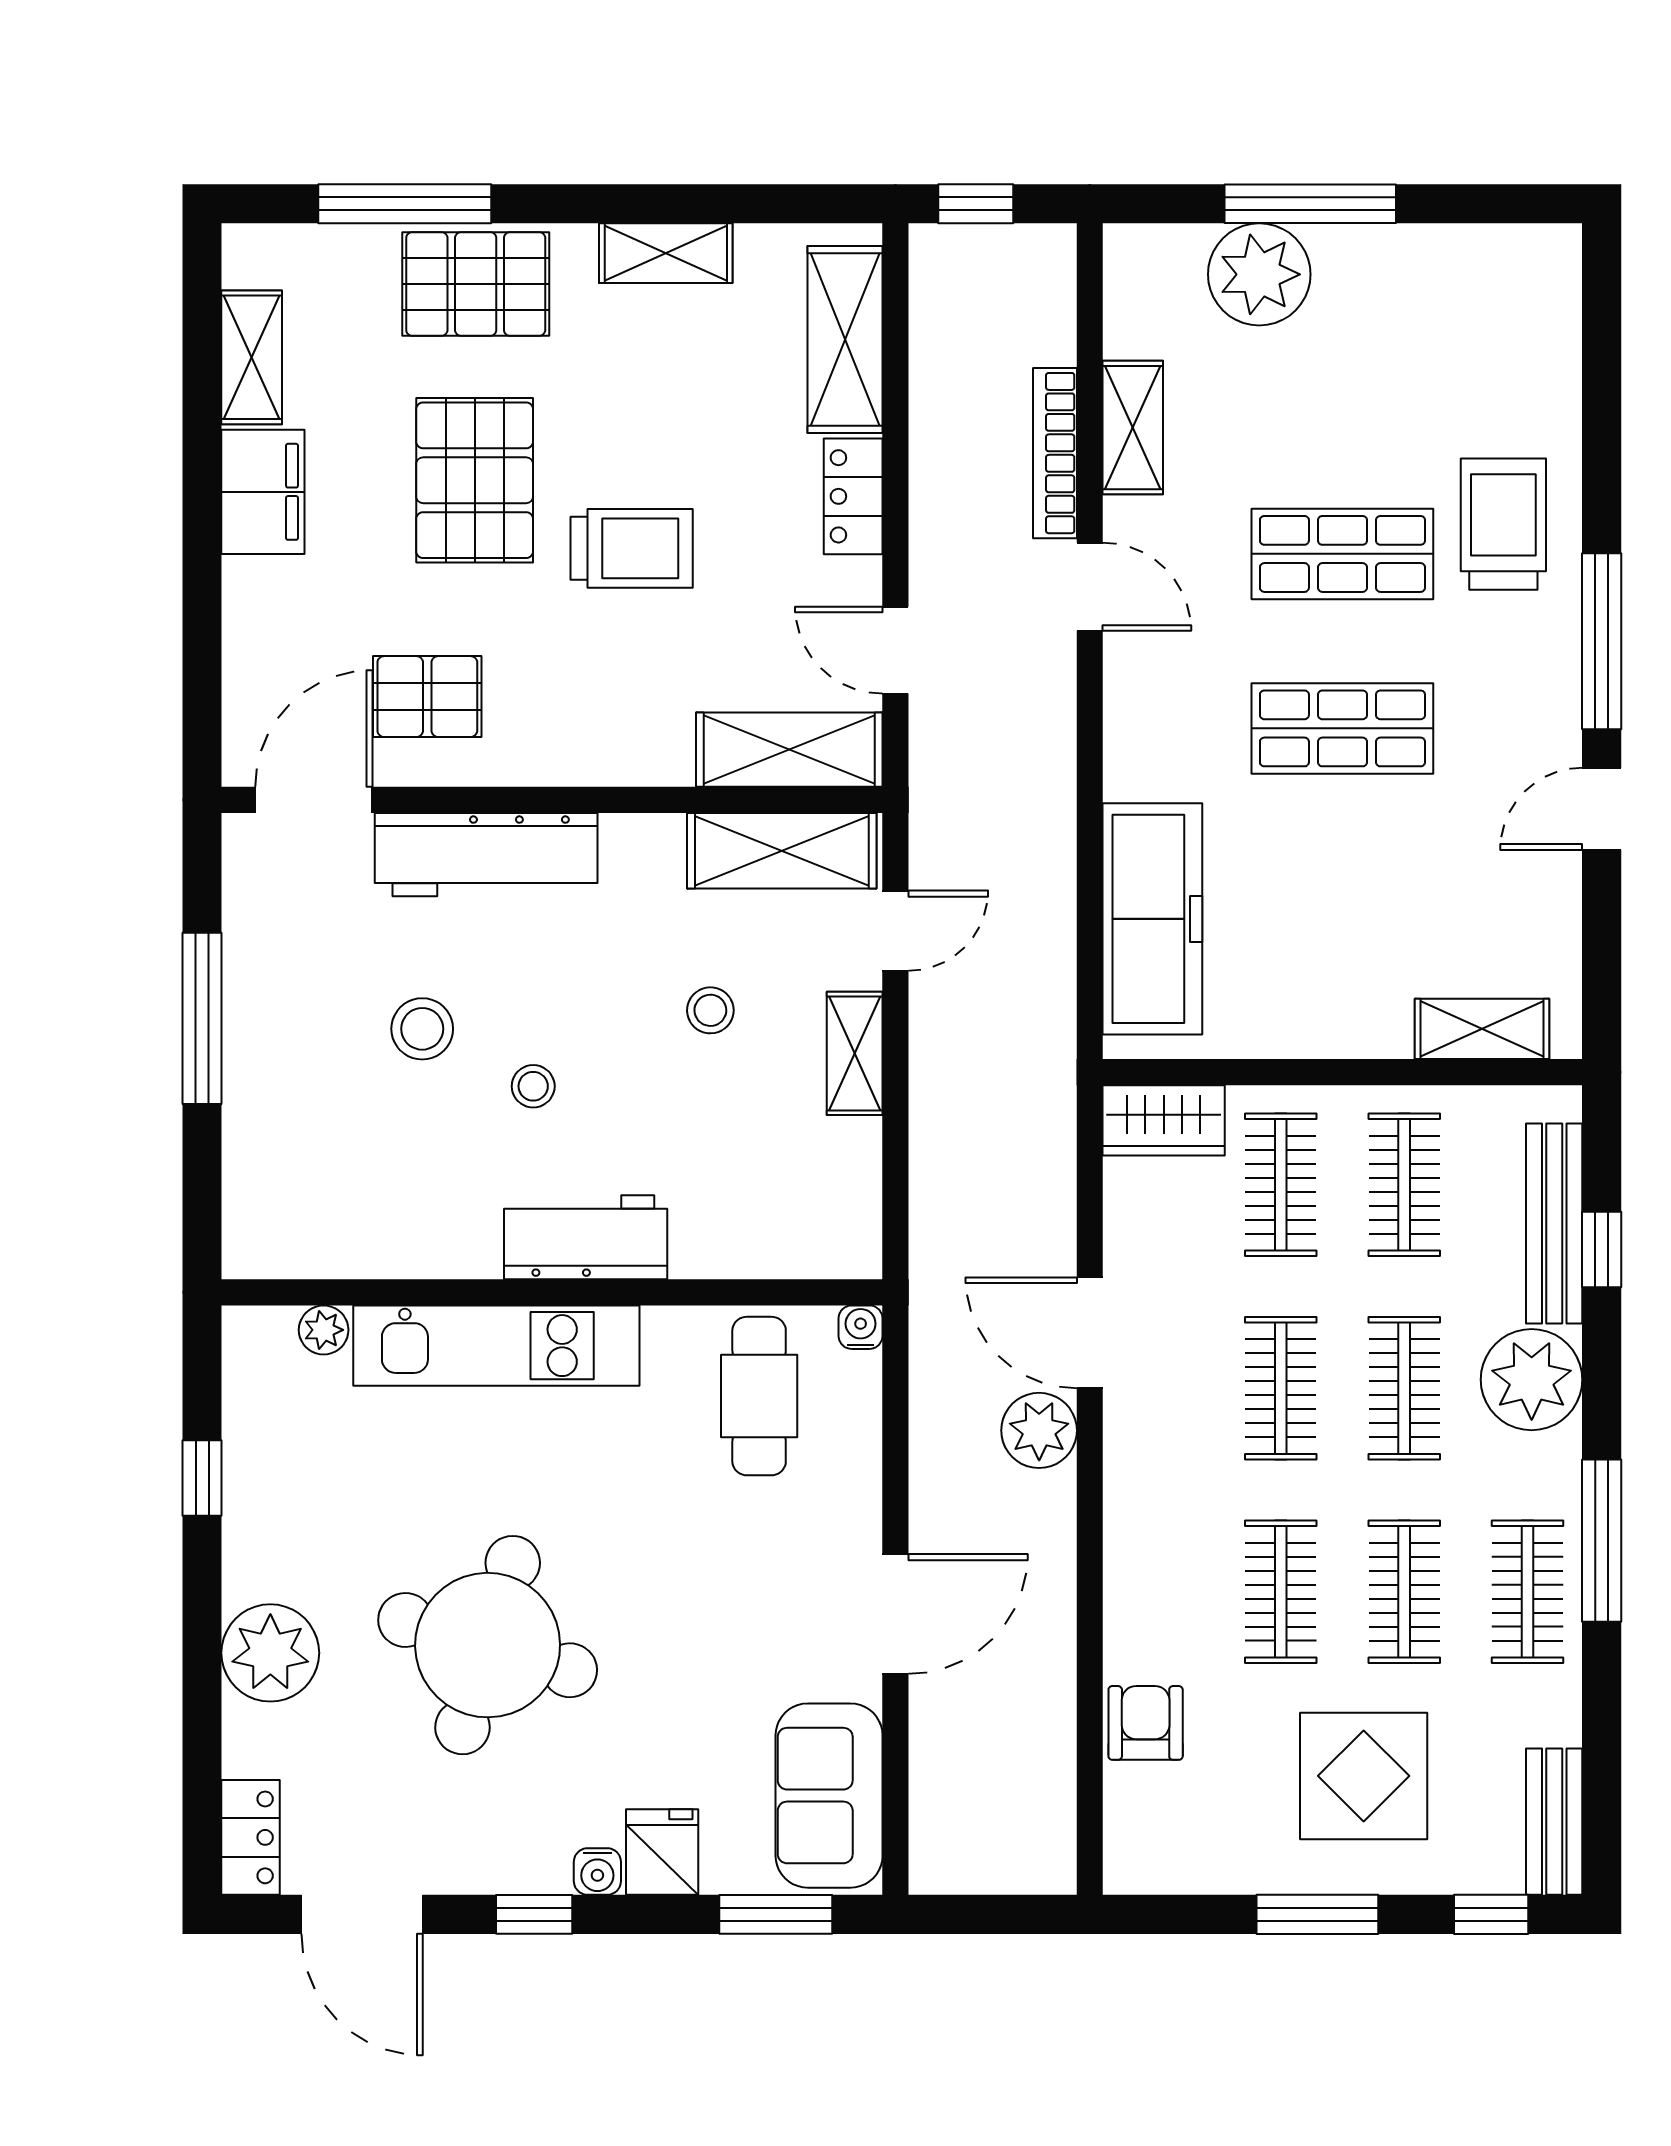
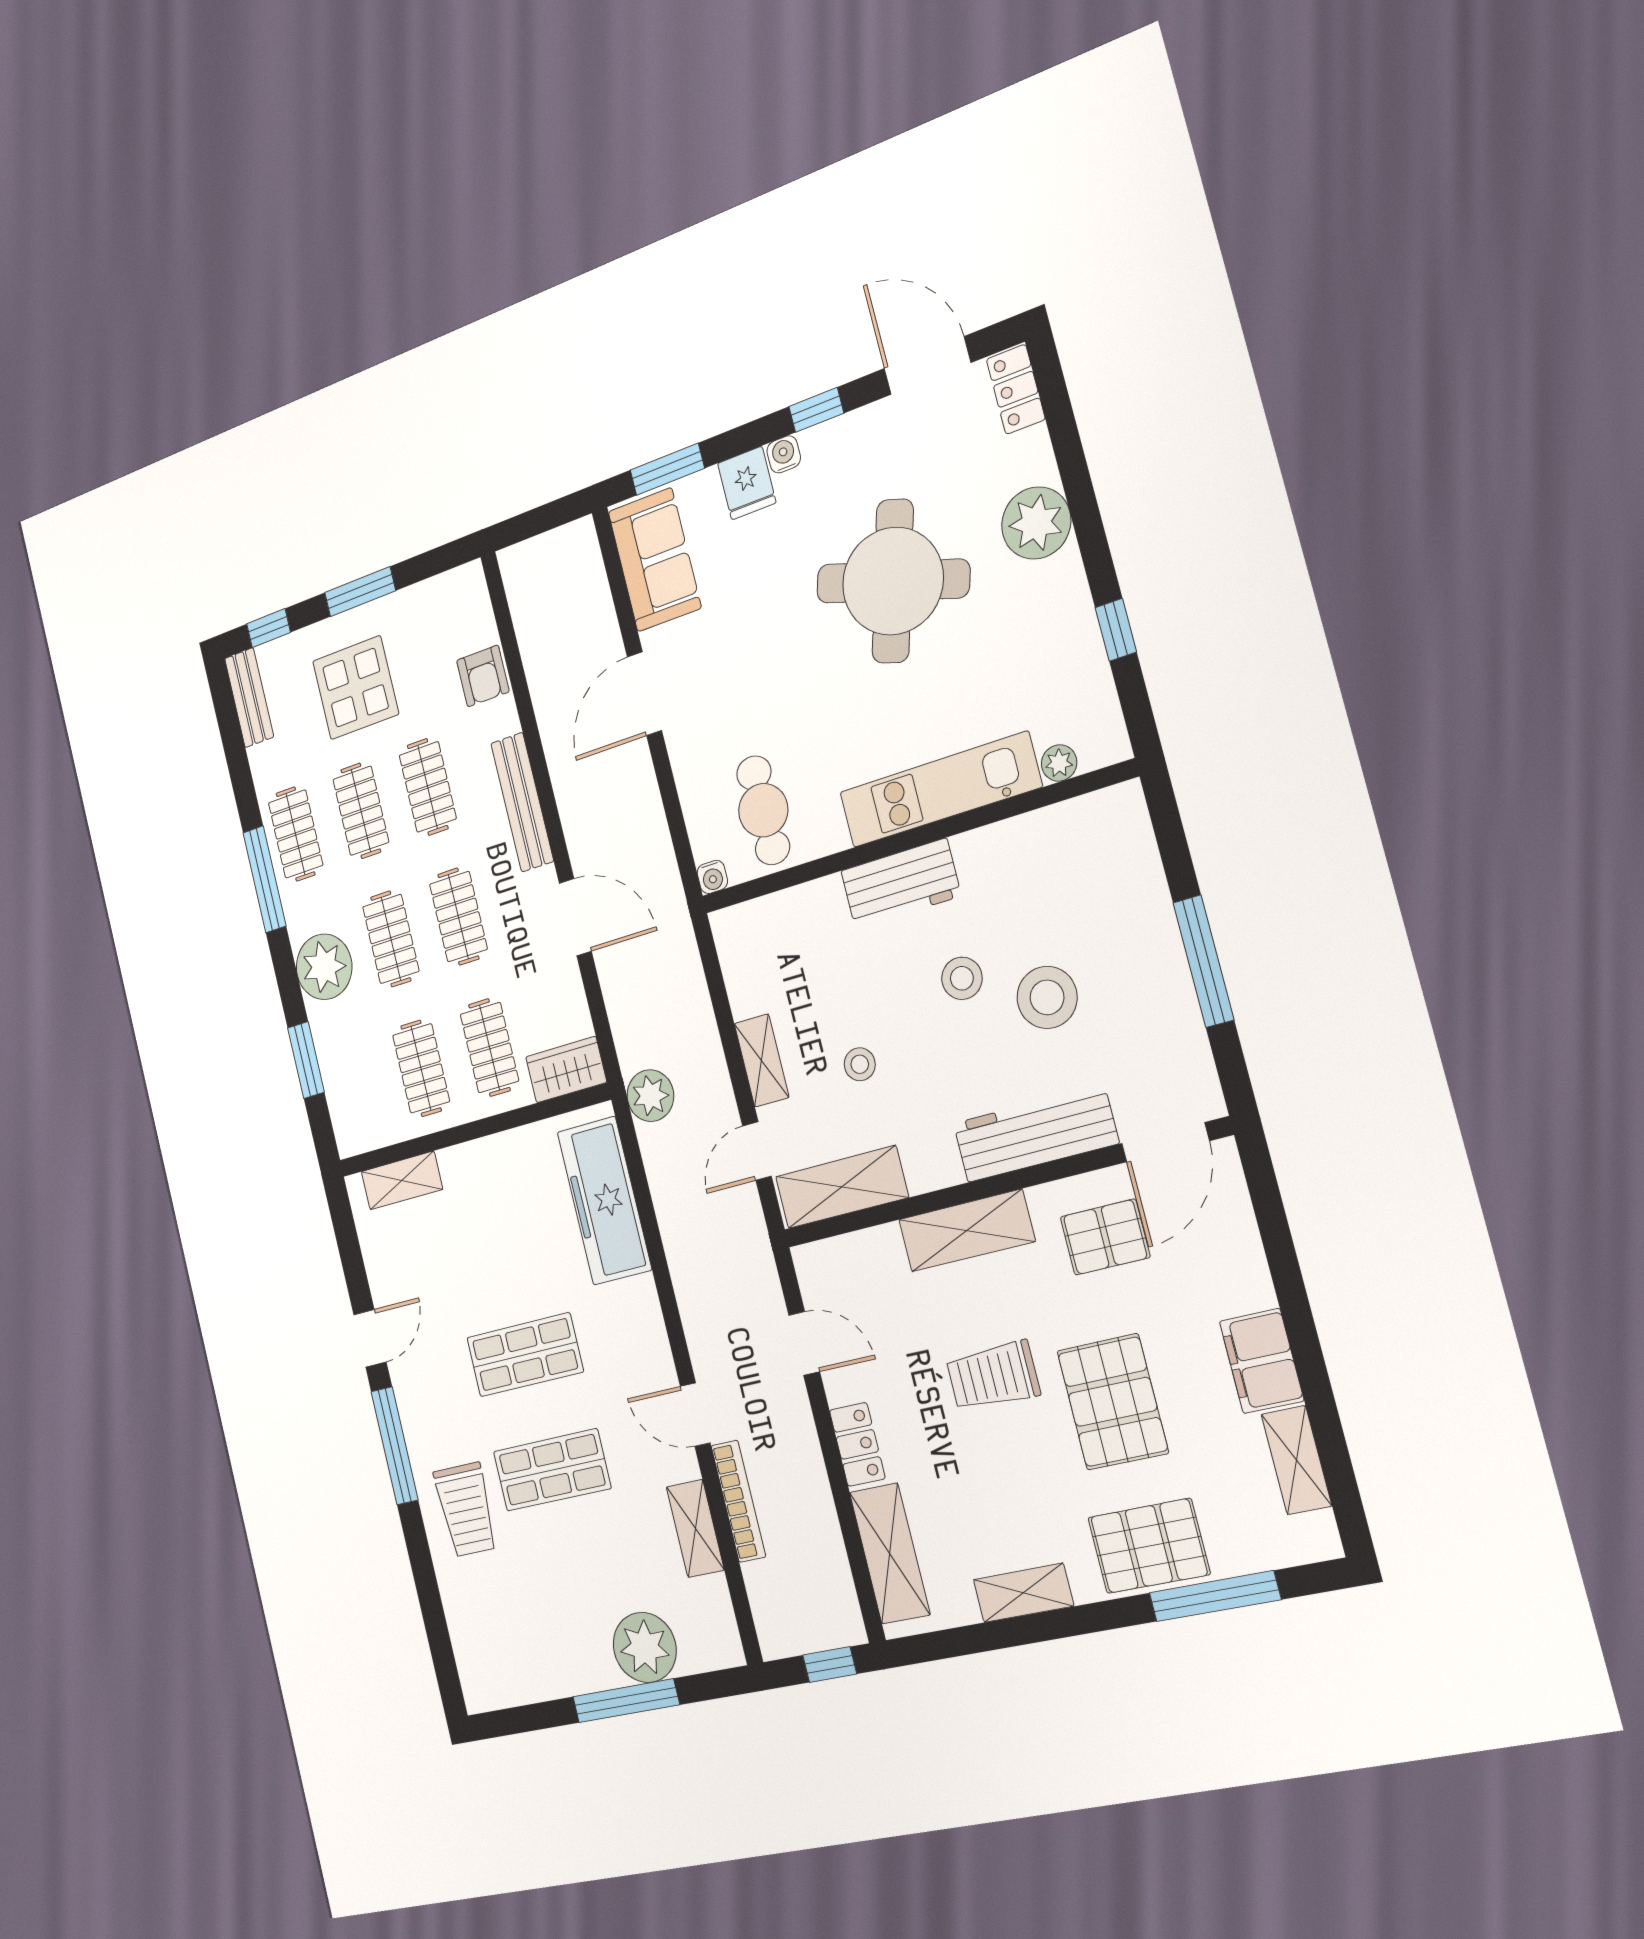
shelving: (789, 750) -> (967, 1230), moved
stool: (422, 1029) -> (1047, 997), width x1.38, depth x1.38
stool: (533, 1086) -> (962, 978), width x1.37, depth x1.37
bench: (1554, 1224) -> (522, 802), moved
window: (1602, 1249) -> (306, 1060), width x1.50
plant: (1039, 1430) -> (650, 1096), moved

